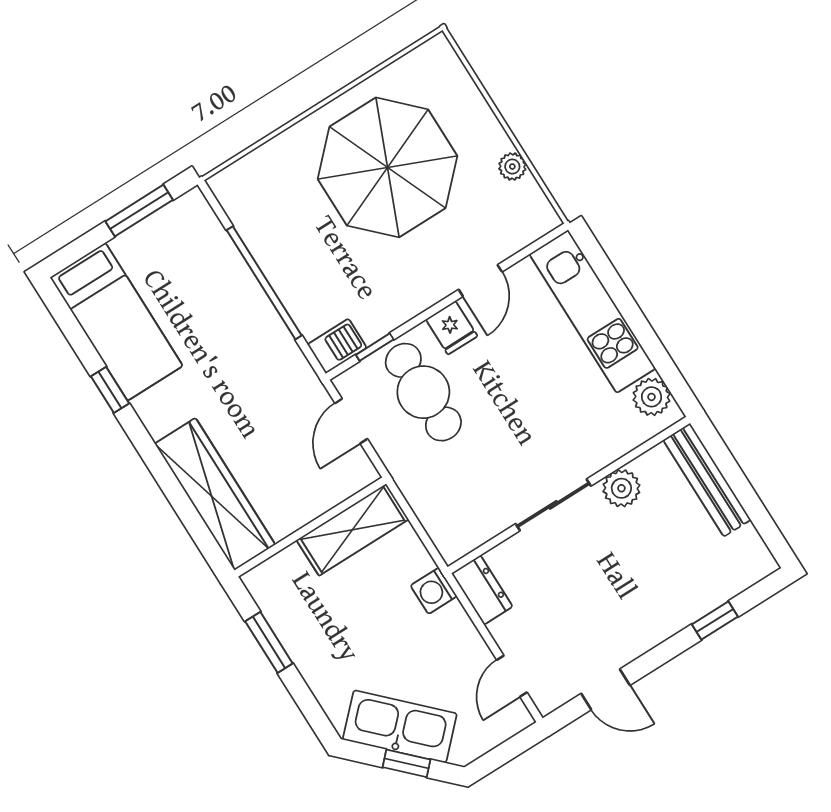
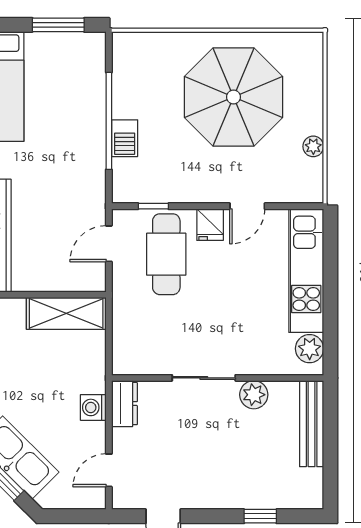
barbecue: (337, 346) -> (125, 138), moved, turned 90
washing machine: (434, 591) -> (93, 407), moved

